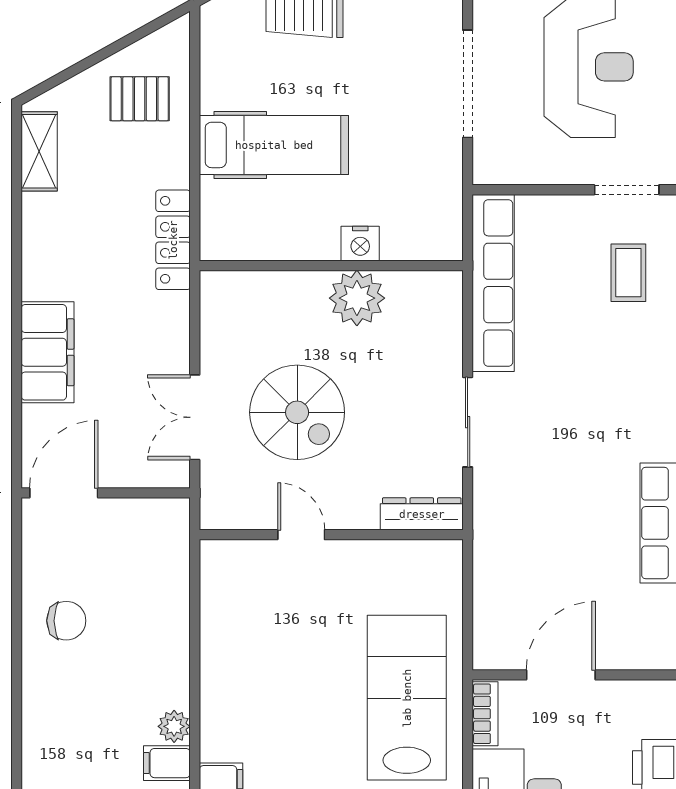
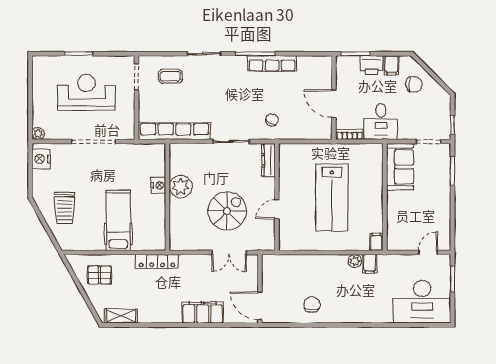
pallet: (140, 99) -> (100, 275), turned 90
chair: (521, 522) -> (272, 120), added
lab bench: (407, 698) -> (332, 197), moved, turned -90

